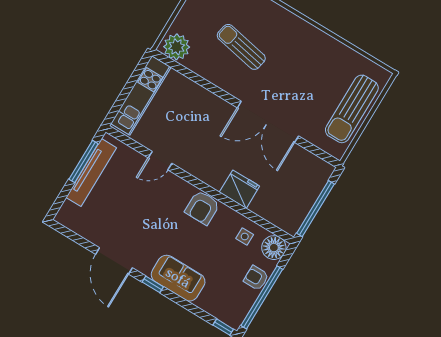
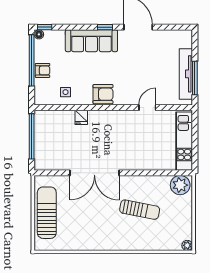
double door: (268, 122) -> (94, 173), swing flipped
fridge: (239, 189) -> (81, 117), width x0.53, depth x0.75
armchair: (202, 208) -> (103, 94), turned 90
floor lamp: (274, 248) -> (39, 34), moved, width x0.53, depth x0.53
sofa: (178, 278) -> (91, 41), width x1.36

